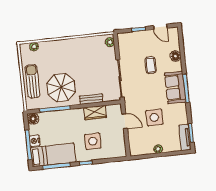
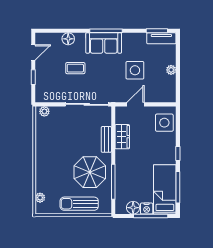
floor lamp: (33, 119) -> (133, 208), moved
side table: (93, 141) -> (164, 123), moved

